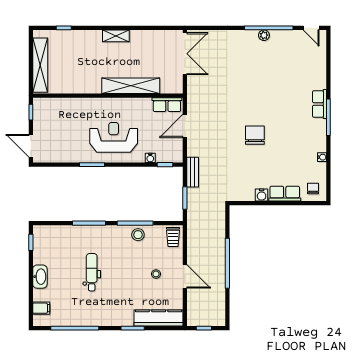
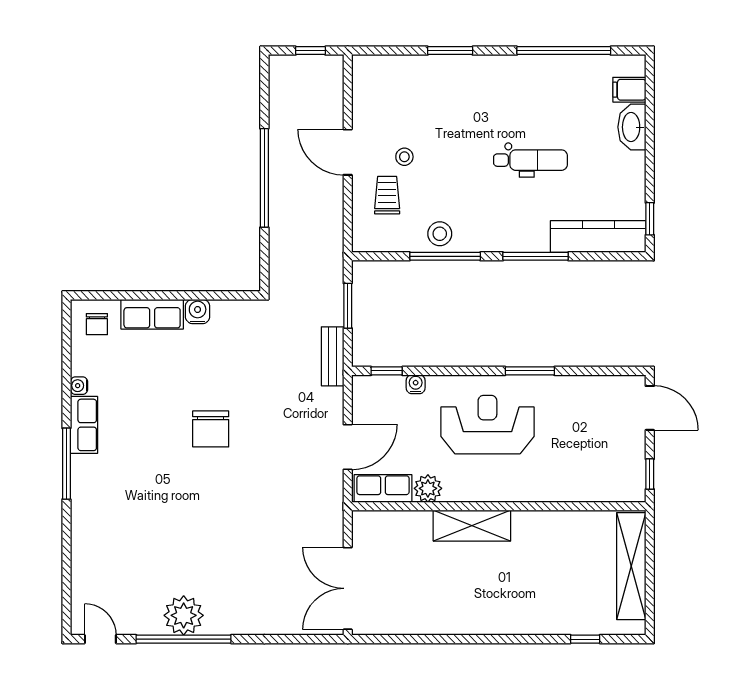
plant: (264, 35) -> (184, 615), width x1.87, depth x1.87
shelving: (116, 36) -> (483, 623), removed
shelving: (131, 86) -> (472, 526), width x0.68
row of seats: (319, 104) -> (84, 425), moved
plant: (144, 105) -> (428, 488), added
reception desk: (114, 137) -> (487, 425), turned 180
trolley: (173, 237) -> (387, 195), moved
dental chair: (92, 272) -> (530, 160), turned -90
washbasin: (40, 277) -> (632, 127), moved
kitchen counter: (159, 318) -> (598, 236), moved, turned 180

